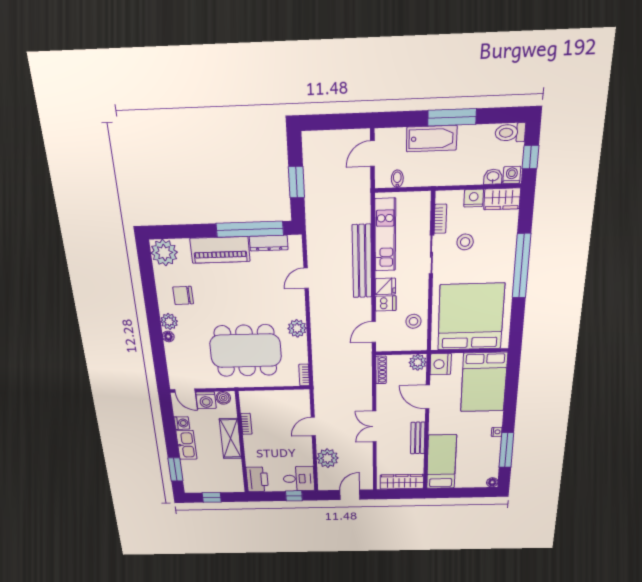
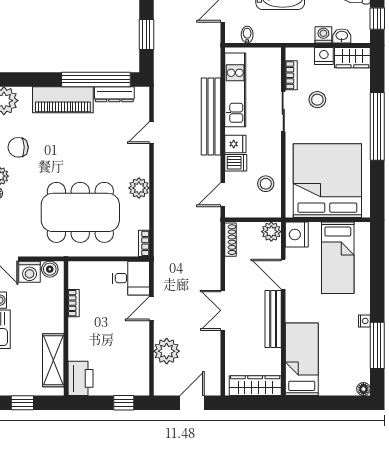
washing machine: (512, 175) -> (323, 35), moved
bed: (484, 382) -> (338, 258), width x0.67
bench: (418, 438) -> (273, 319), width x1.36
shelving: (231, 439) -> (53, 360), moved
desk: (299, 479) -> (131, 278), moved

